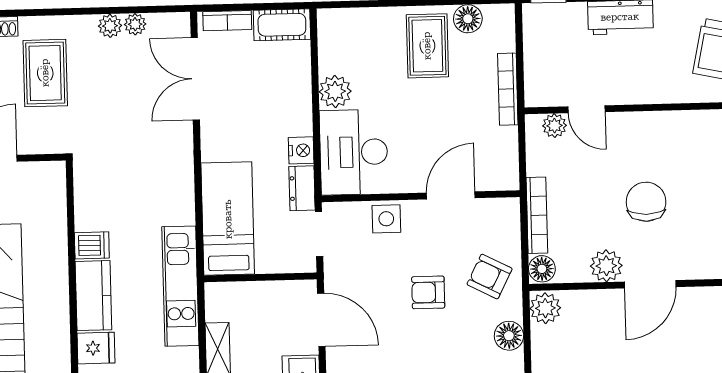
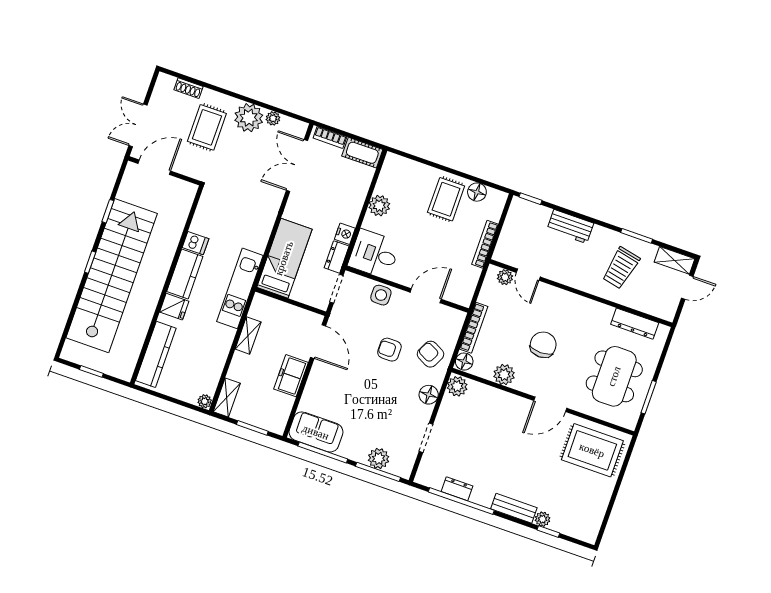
plant: (110, 26) -> (249, 118), width x1.87, depth x1.87
desk: (354, 152) -> (374, 254), width x0.73
door: (650, 284) -> (550, 404), moved

